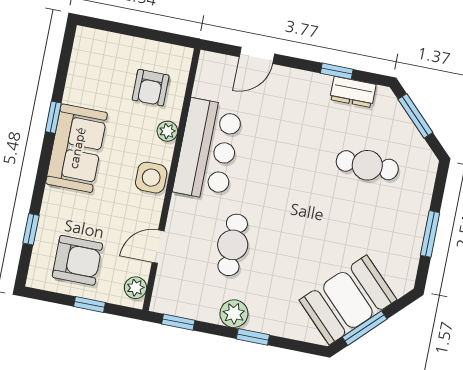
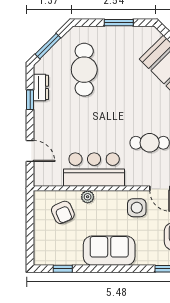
armchair: (151, 88) -> (63, 212), turned 66
window: (53, 117) -> (63, 269), moved
cafe table: (367, 165) -> (84, 70), width x1.37, depth x1.35
side table: (151, 178) -> (137, 208), moved

